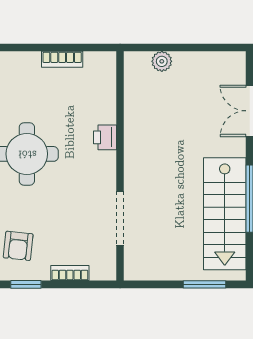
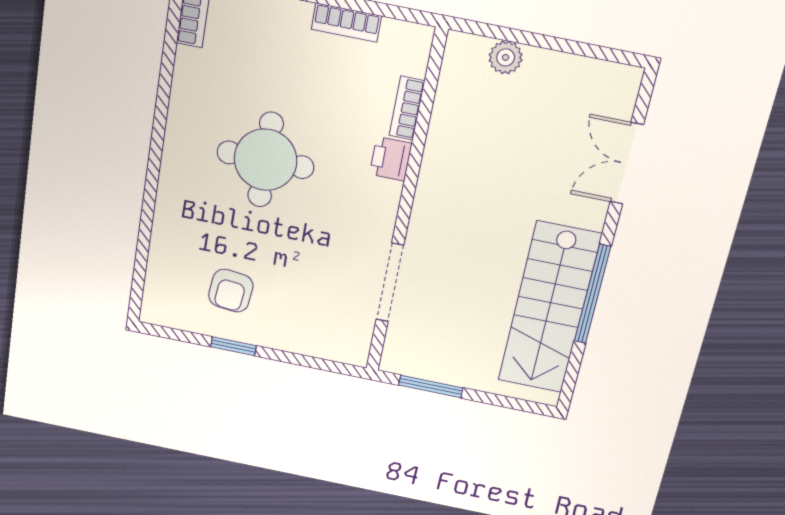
bookcase: (70, 273) -> (407, 108), moved, turned -90
window: (204, 284) -> (431, 387), moved

